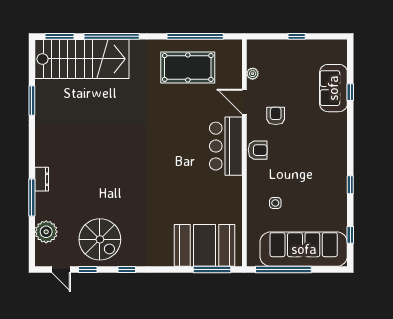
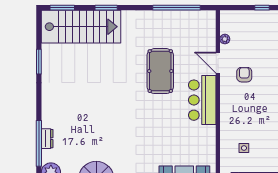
window: (112, 36) -> (106, 8), width x0.47
pool table: (188, 67) -> (160, 71), moved, turned 90
armchair: (258, 150) -> (229, 103), removed
dresser: (42, 179) -> (47, 139), moved
window: (32, 198) -> (39, 143), width x1.46

